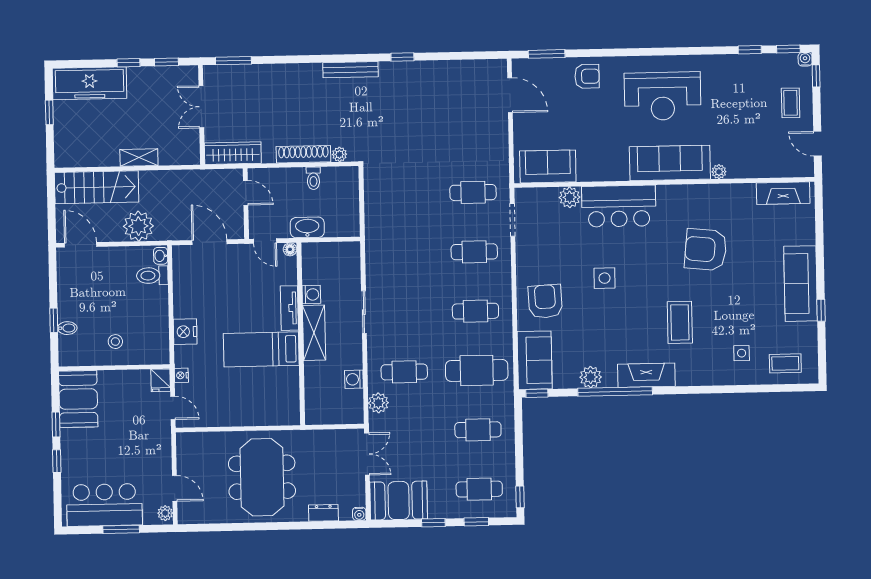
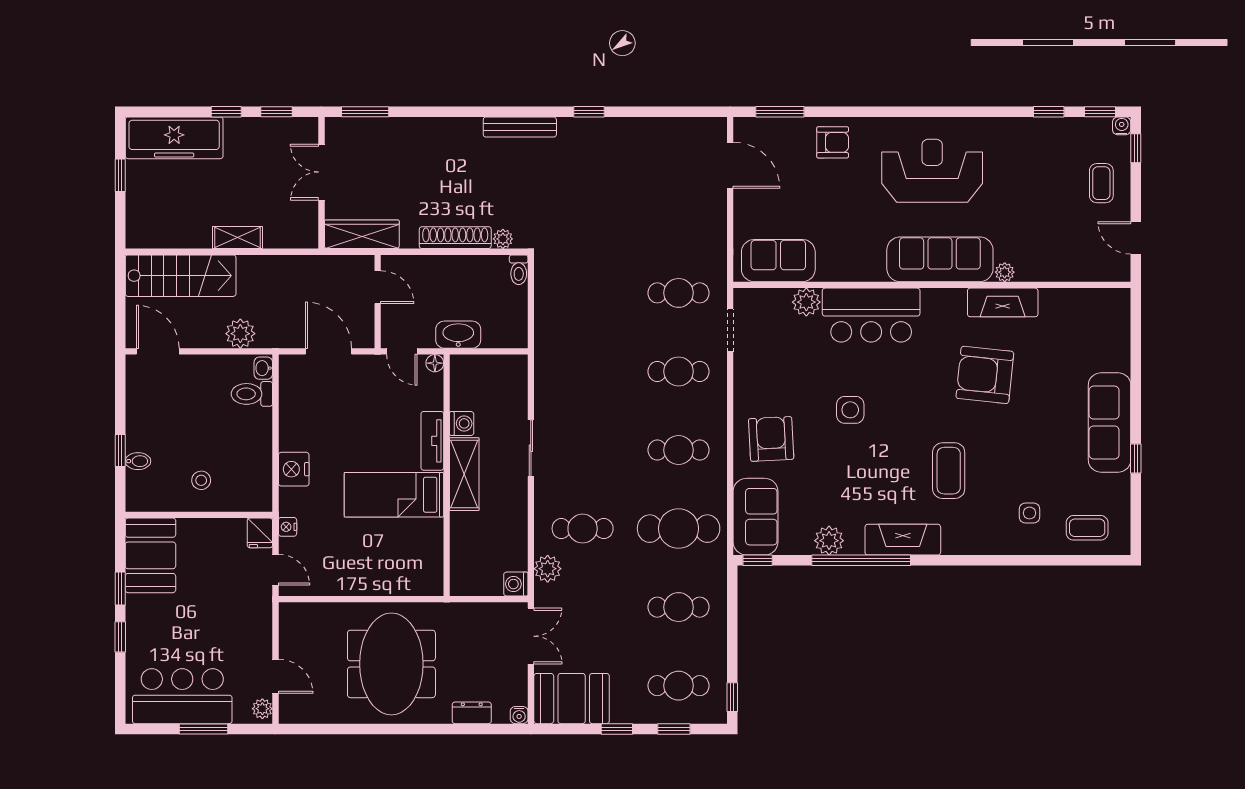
reception desk: (663, 96) -> (932, 171), turned 180
toilet: (313, 178) -> (519, 270), moved
fireplace: (783, 193) -> (1003, 302), moved
plant: (138, 226) -> (240, 334), width x0.73, depth x0.73
washing machine: (354, 379) -> (516, 584), moved

